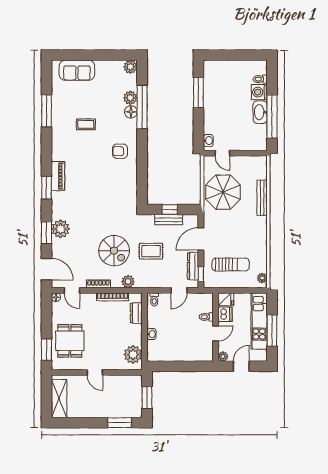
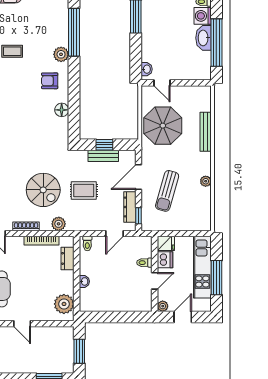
plant: (130, 98) -> (61, 54), moved
floor lamp: (131, 112) -> (62, 110), moved
sun lounger: (231, 265) -> (167, 191), moved, turned 106
plant: (262, 278) -> (206, 181), moved

